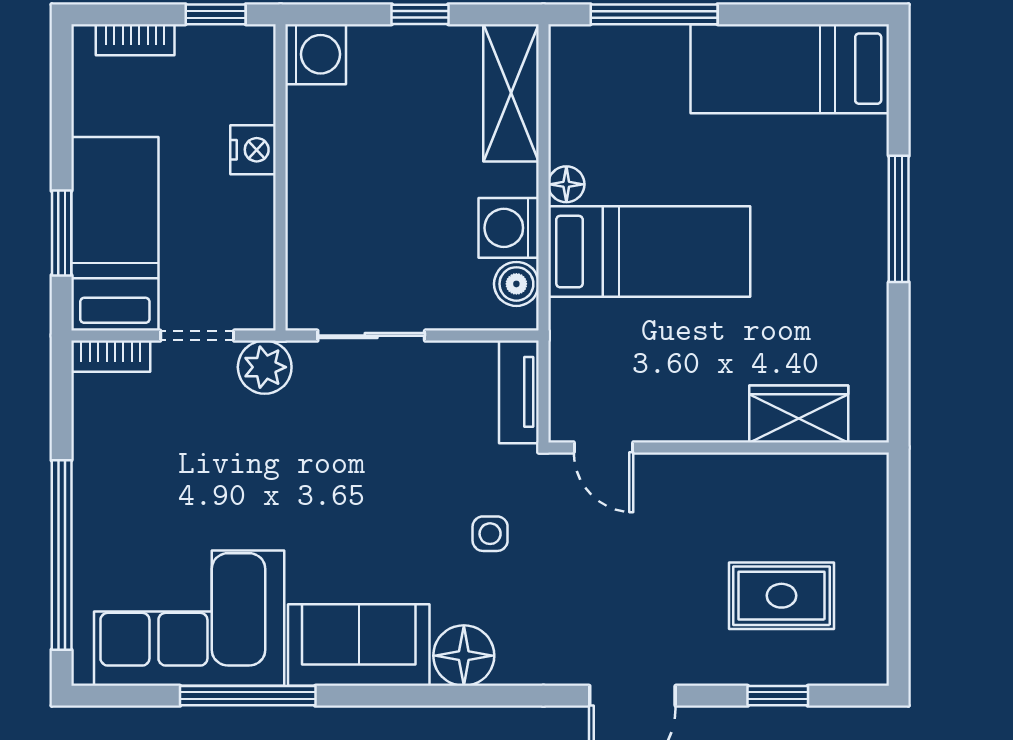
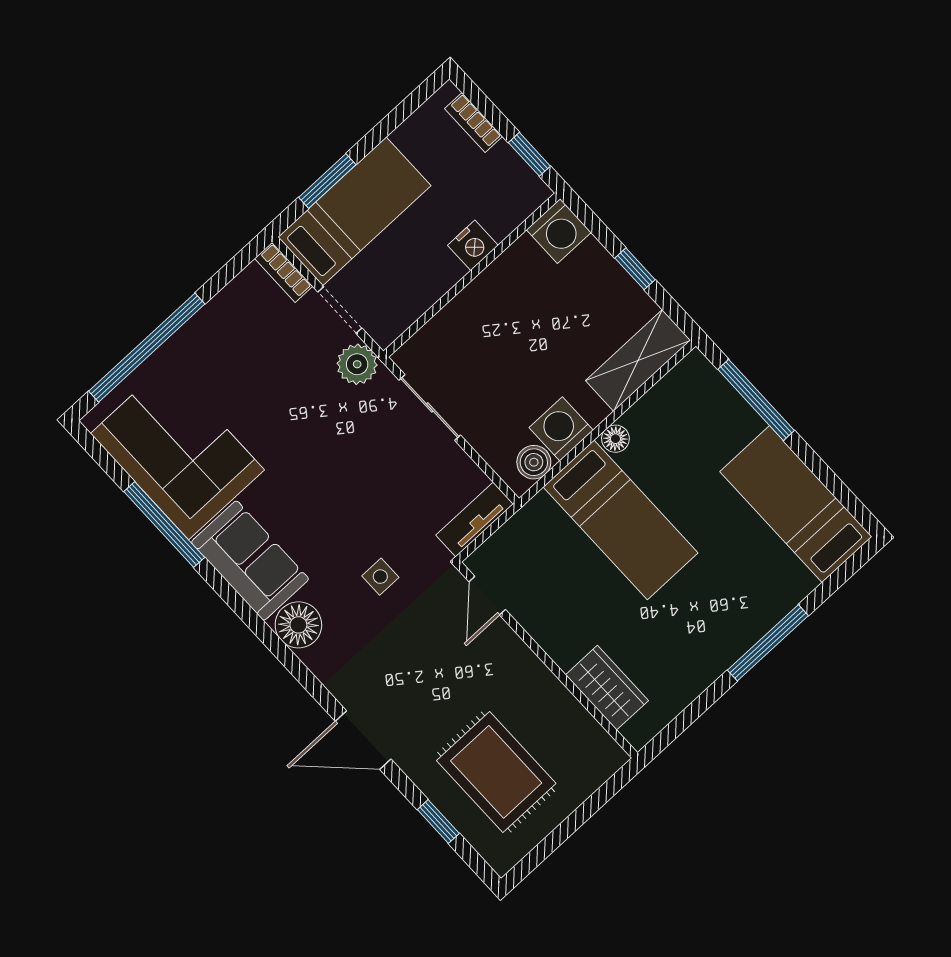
rug: (782, 596) -> (496, 772), width x1.36, depth x1.43

